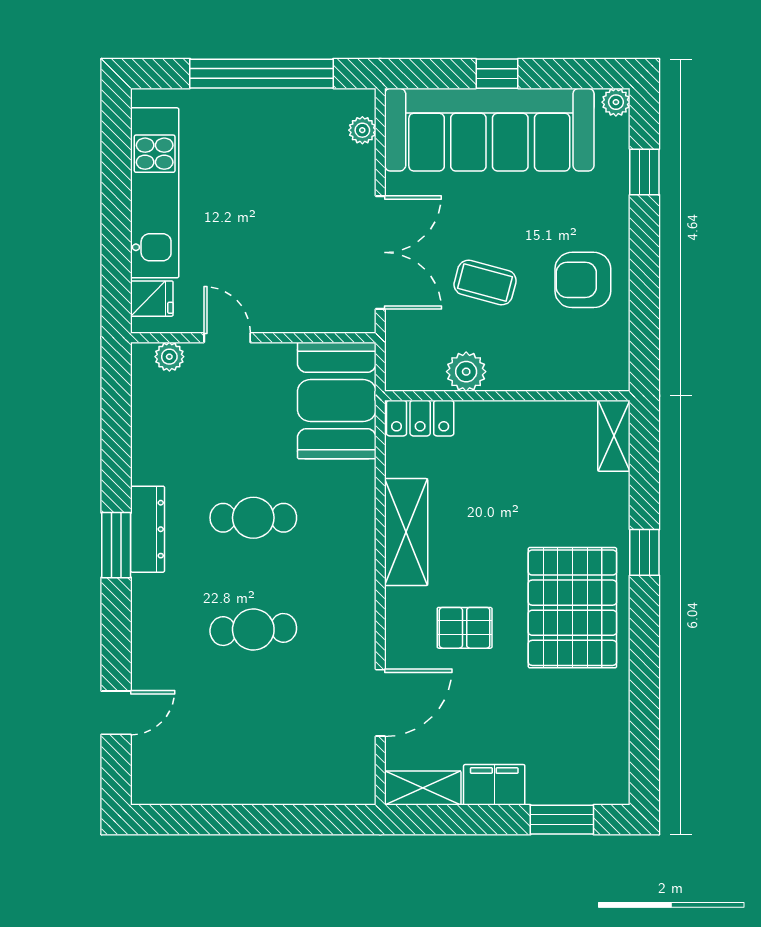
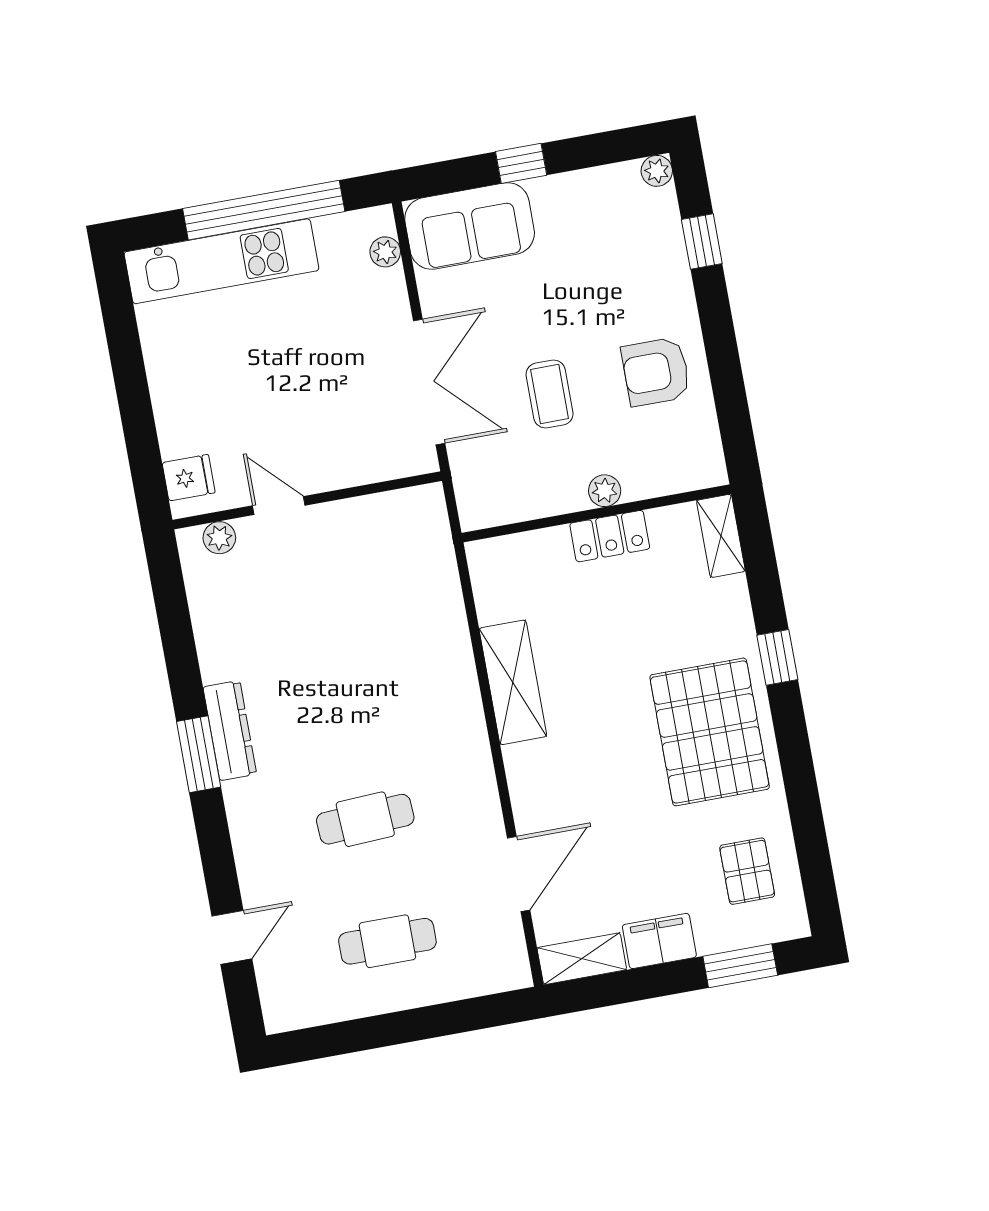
sofa: (489, 130) -> (470, 226), width x0.54, depth x0.79
kitchen unit: (155, 193) -> (221, 261), moved, turned 90
coffee table: (485, 283) -> (550, 394), turned 75
plant: (466, 372) -> (605, 491), moved, width x0.73, depth x0.73
booth: (337, 400) -> (411, 552), removed
locker: (420, 418) -> (610, 536), moved
cafe table: (253, 518) -> (387, 941), moved
pallet: (465, 628) -> (747, 871), moved, turned 90

